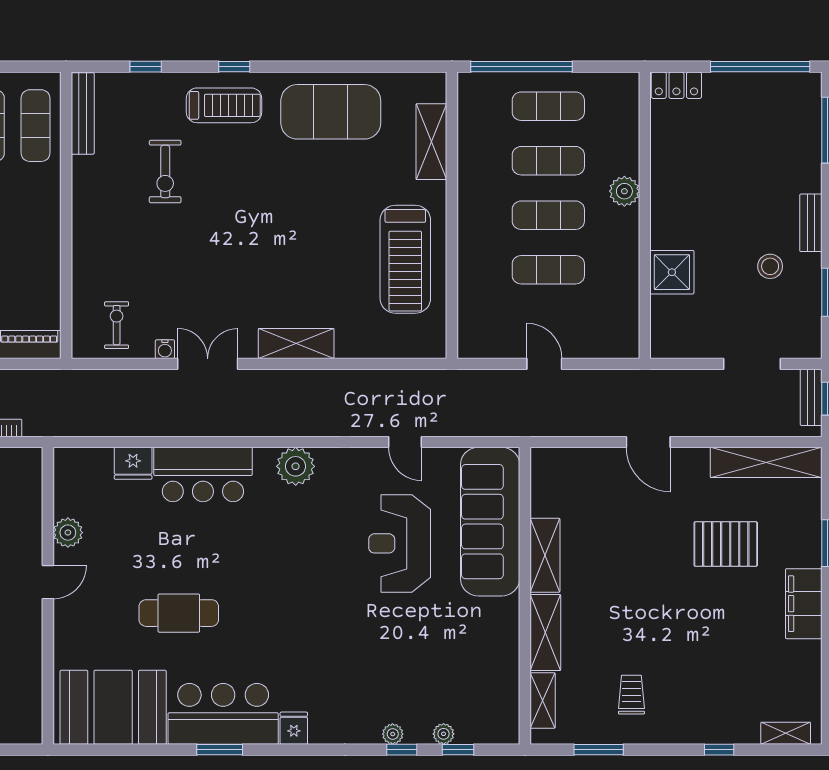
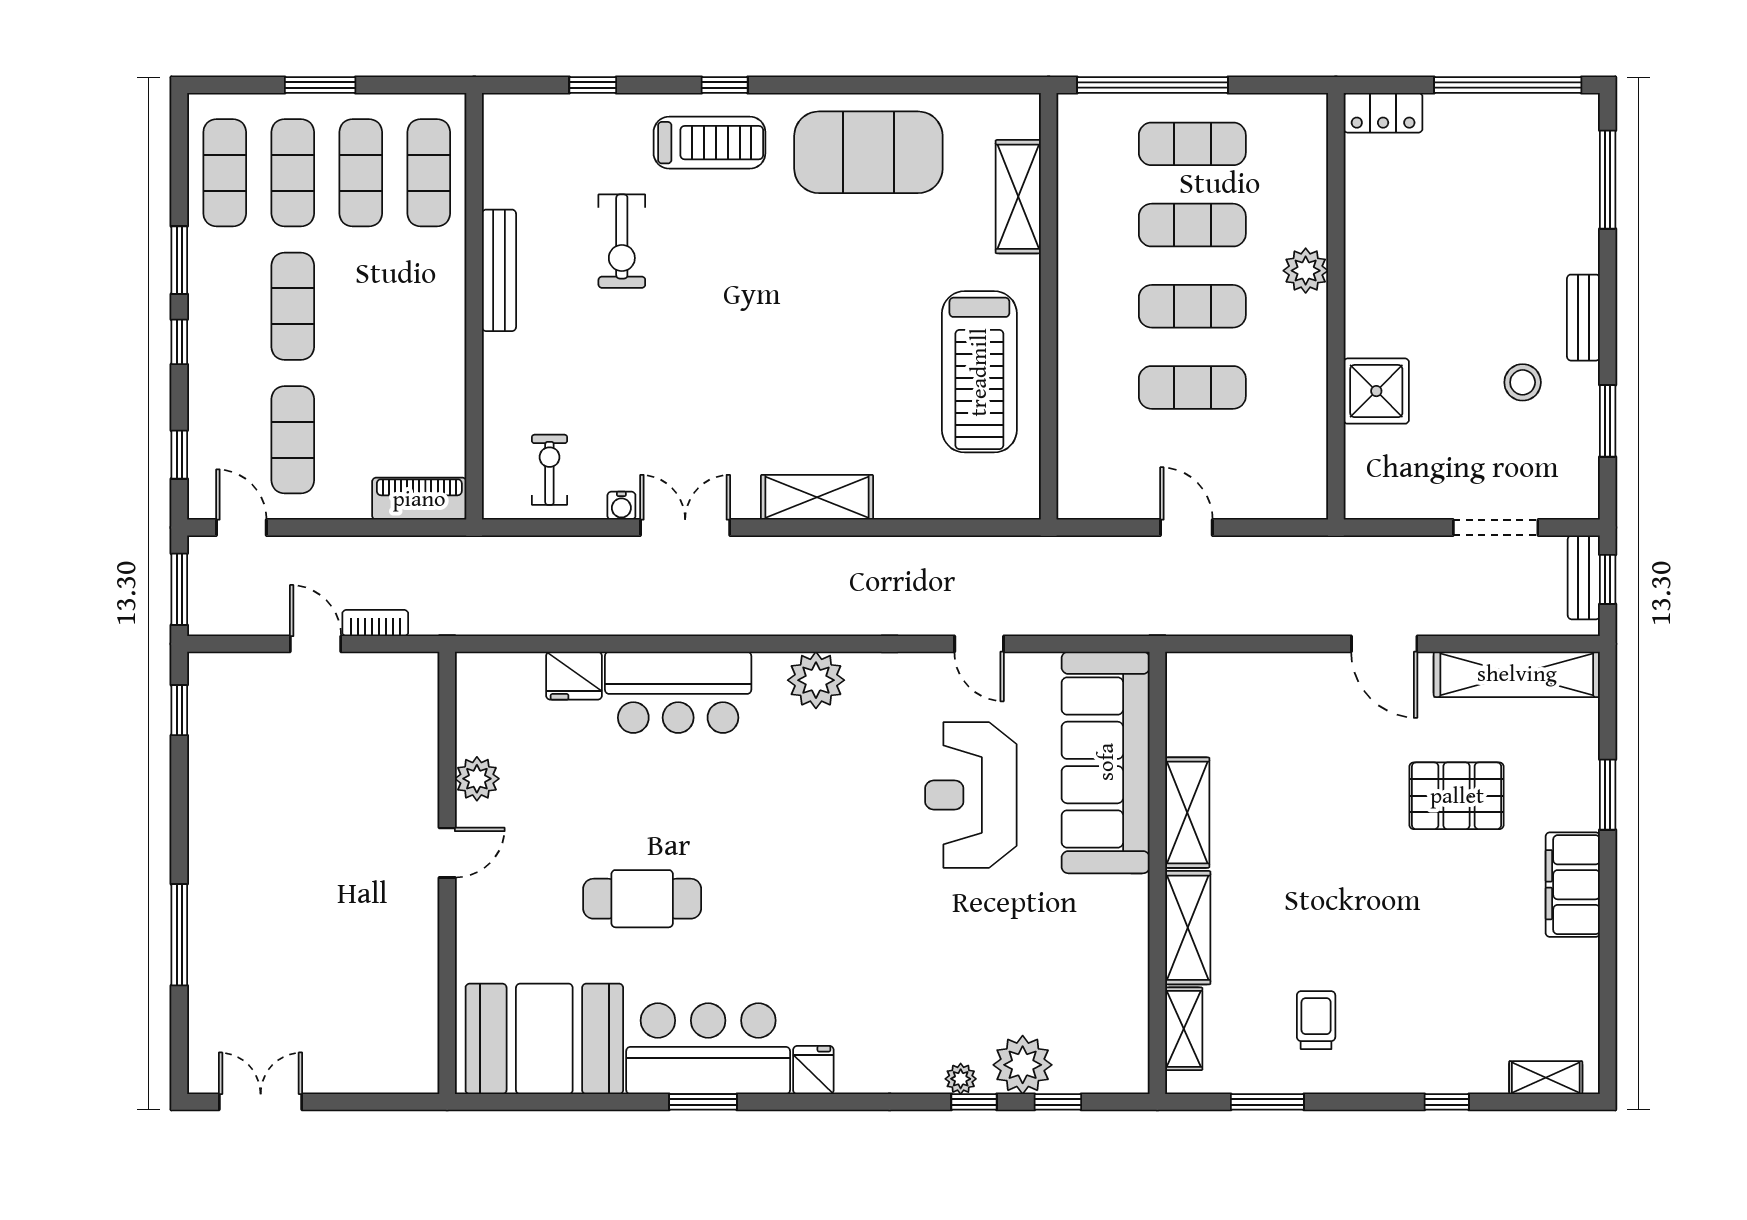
bench: (83, 113) -> (499, 270), moved
door: (648, 442) -> (1384, 644), moved
plant: (444, 734) -> (1023, 1065), width x1.87, depth x1.87

